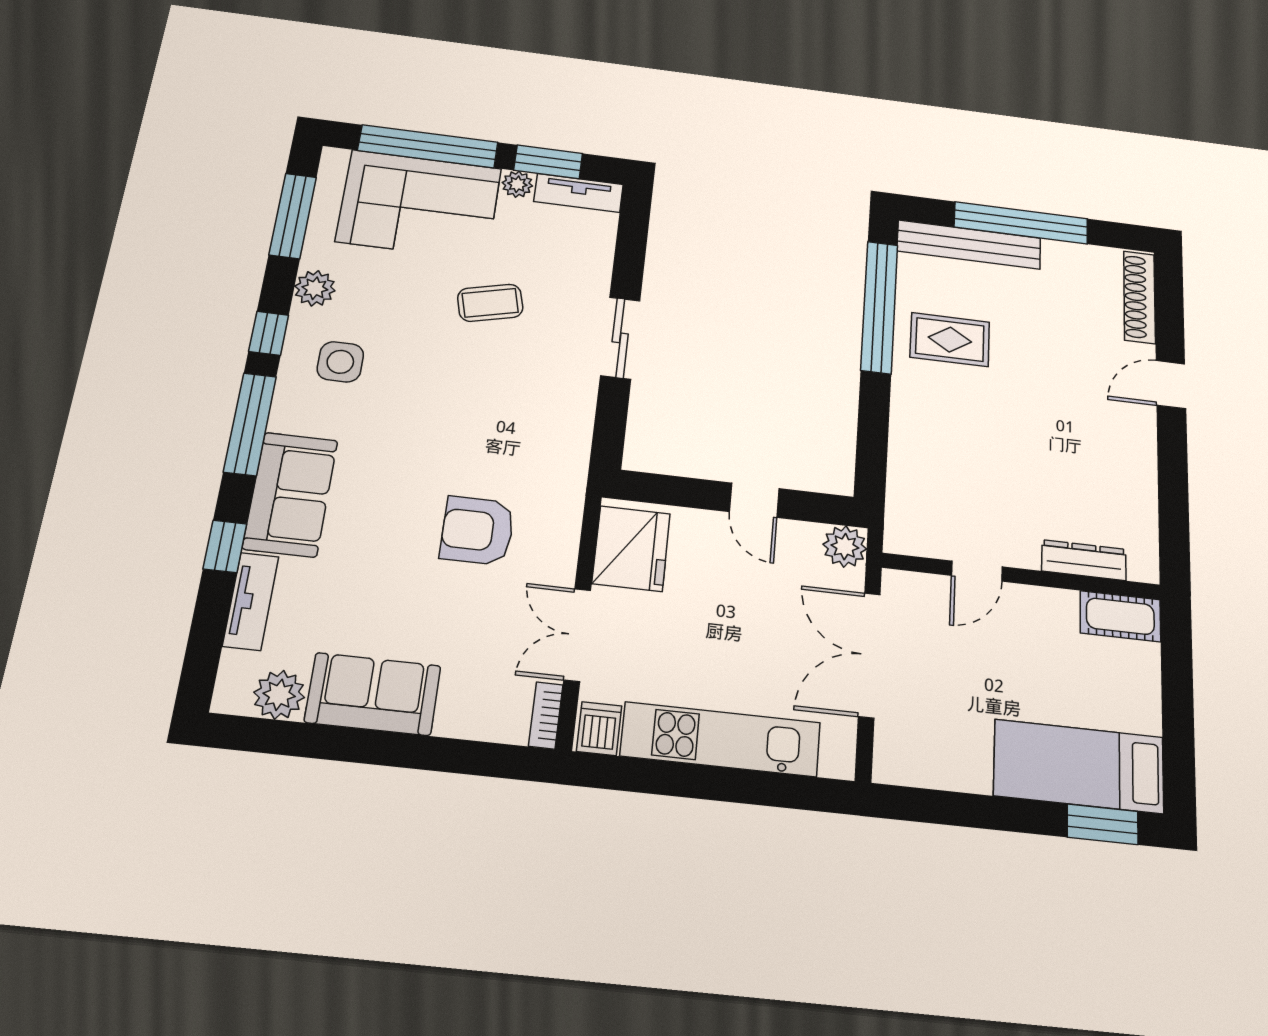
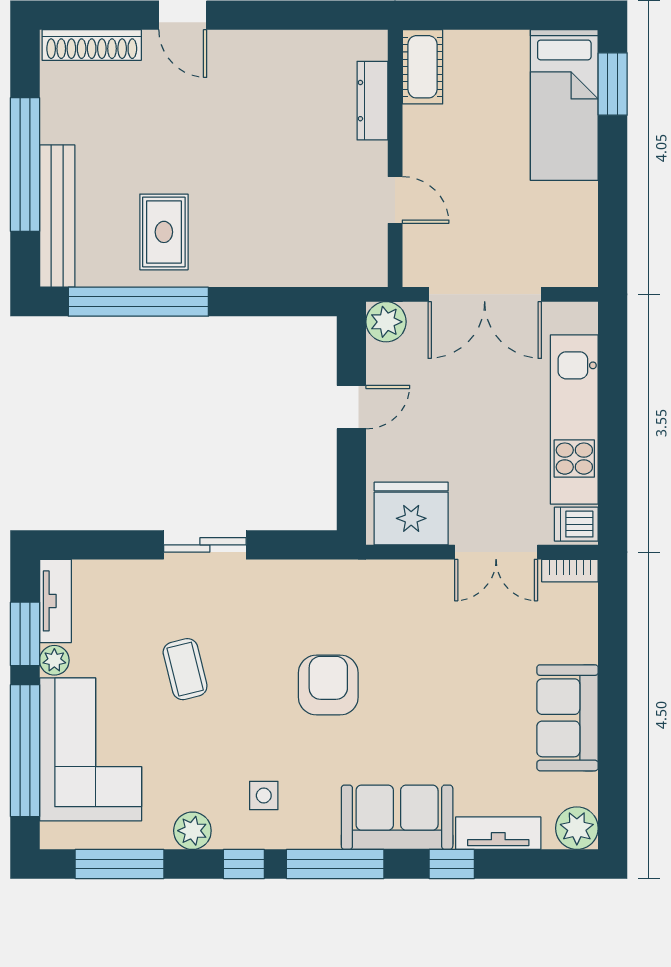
side table: (340, 362) -> (264, 795), width x0.73, depth x0.73
armchair: (477, 531) -> (328, 685), moved, turned 180
plant: (279, 695) -> (577, 828), moved

